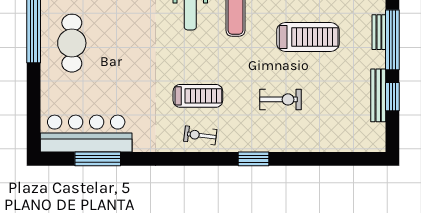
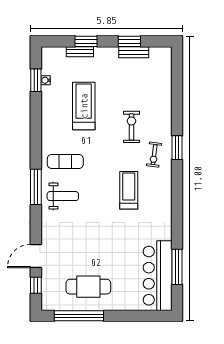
window: (392, 40) -> (86, 41), width x0.47
bench: (378, 95) -> (134, 52), width x0.73
exercise bike: (200, 135) -> (154, 155), moved

